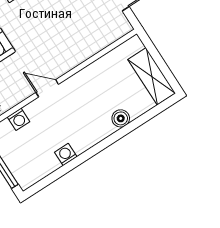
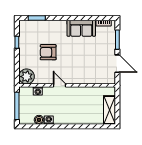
boiler: (121, 118) -> (39, 120), moved

